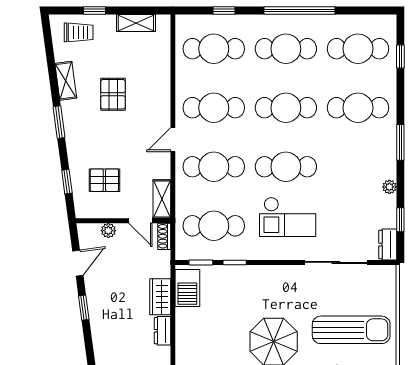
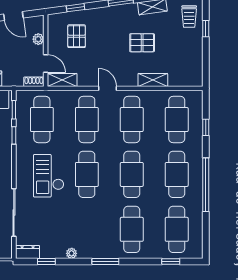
shelving: (136, 23) -> (153, 80), moved, turned 90
door: (140, 221) -> (46, 64), swing flipped

